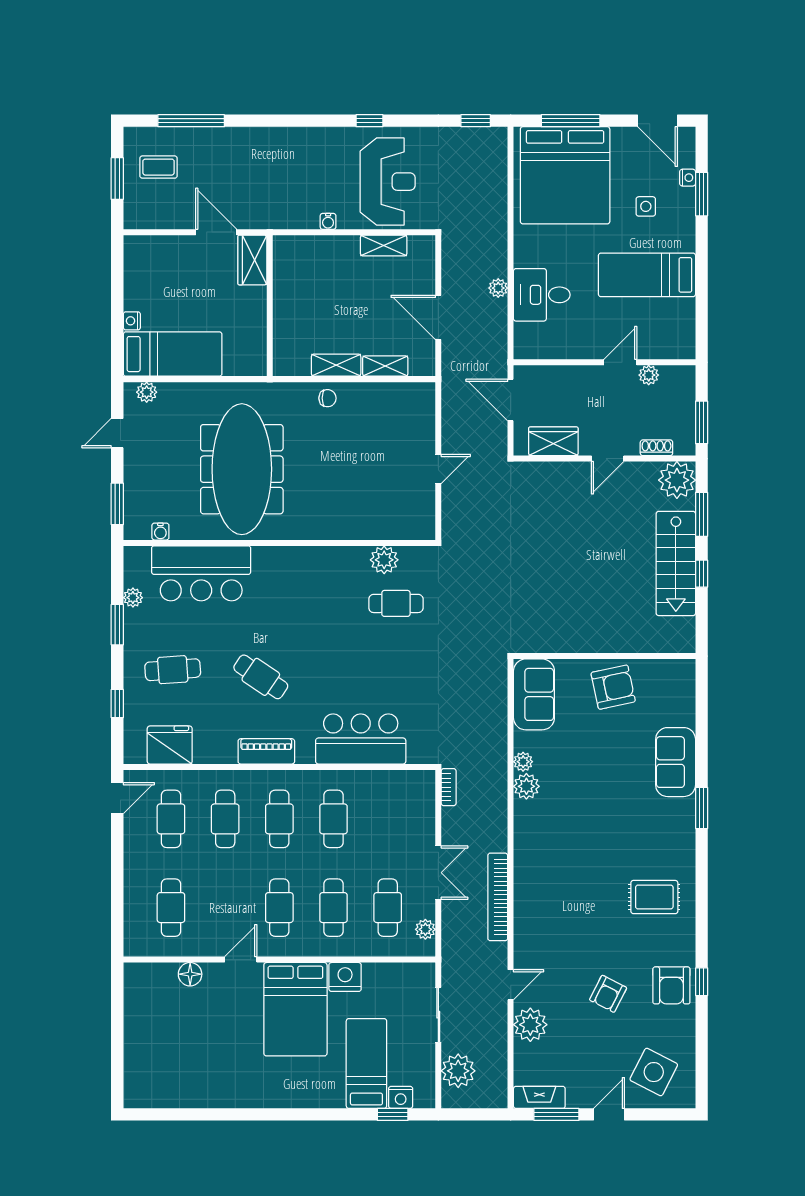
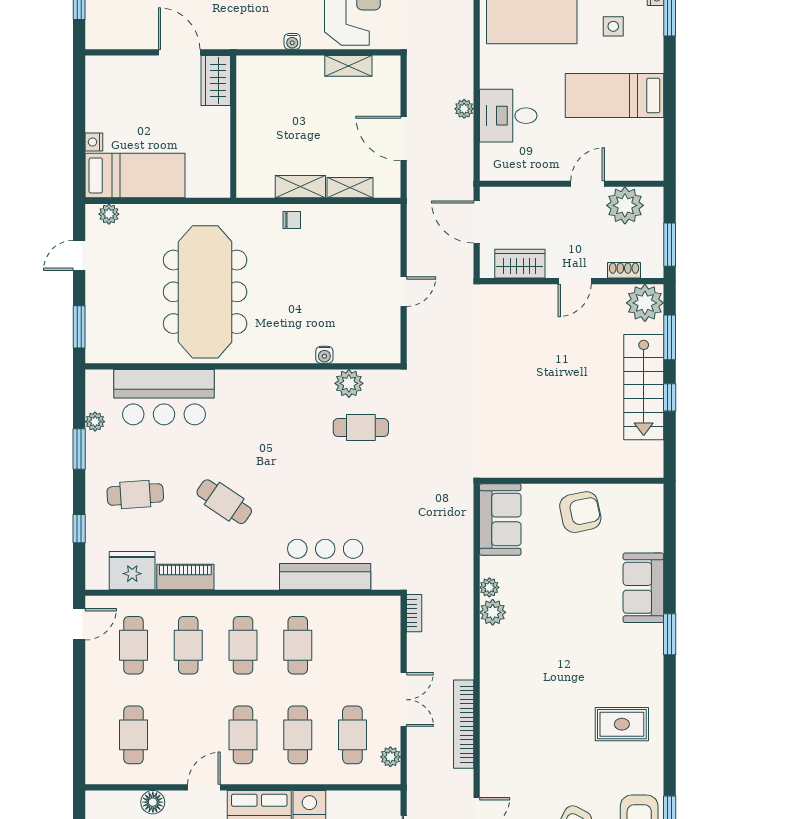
plant: (649, 375) -> (625, 205), width x1.88, depth x1.88
water cooler: (160, 532) -> (324, 355), moved
piano: (266, 751) -> (185, 577), moved

